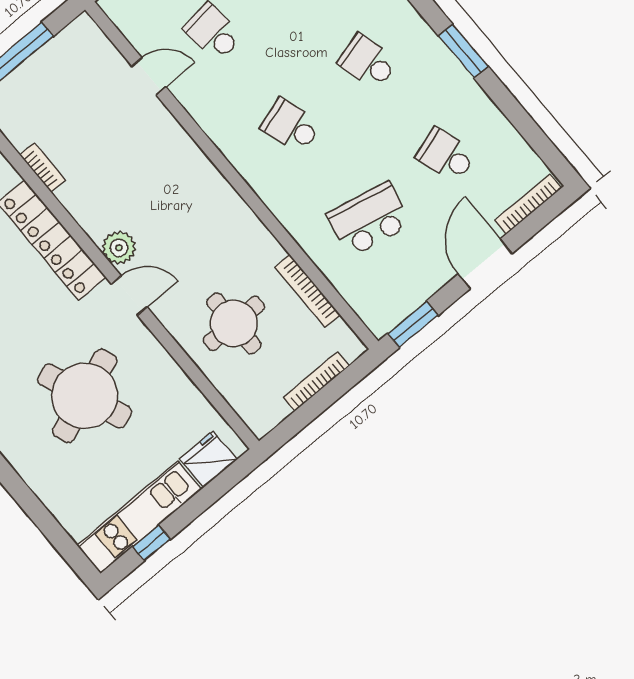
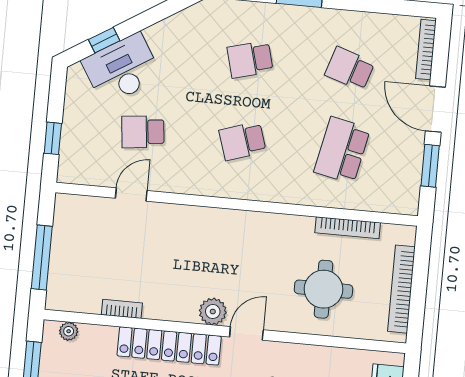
school desk: (446, 155) -> (350, 69), turned 36
window: (413, 324) -> (430, 166), moved
bookcase: (316, 381) -> (401, 289), width x1.48, depth x1.31

